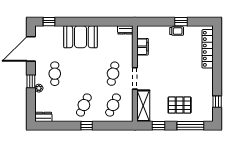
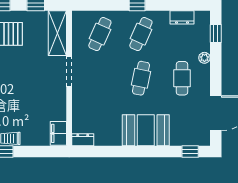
filing cabinet: (143, 47) -> (58, 133), moved
cafe table: (113, 74) -> (141, 78), moved
window: (31, 81) -> (216, 34), moved
dresser: (43, 117) -> (182, 17), moved

